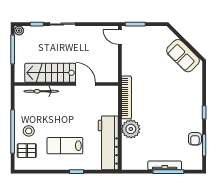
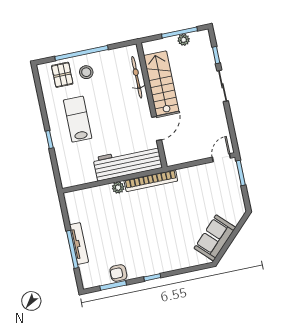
plant: (19, 31) -> (184, 40), moved
plant: (131, 129) -> (118, 188), width x0.53, depth x0.53
workbench: (108, 143) -> (128, 163), moved

